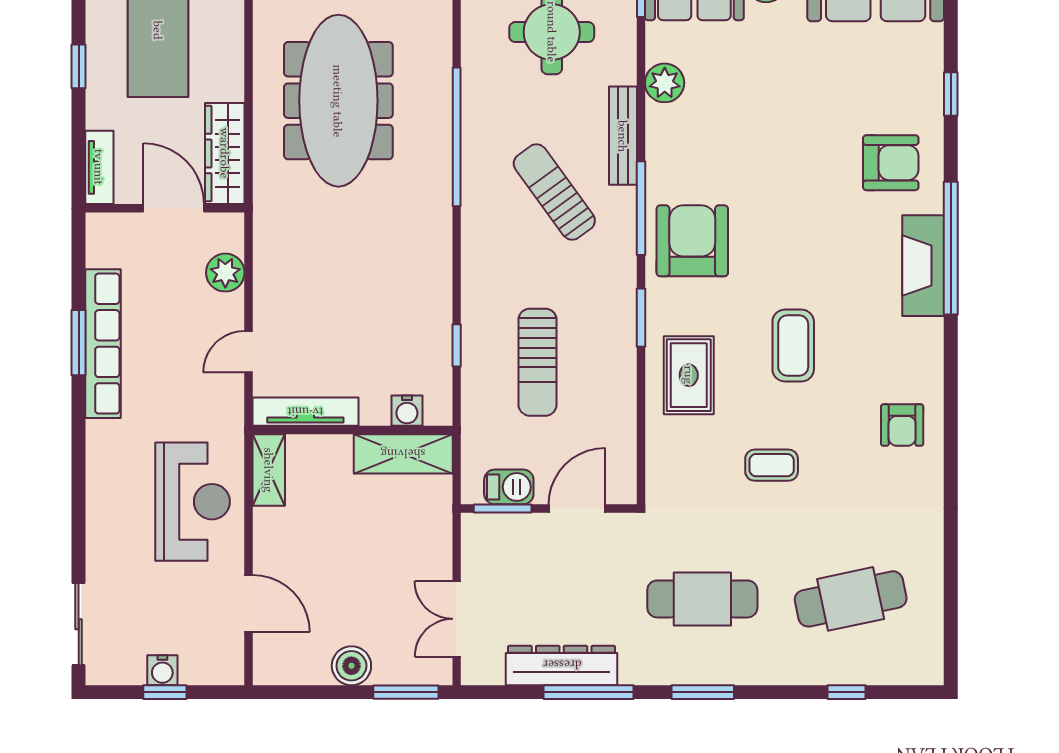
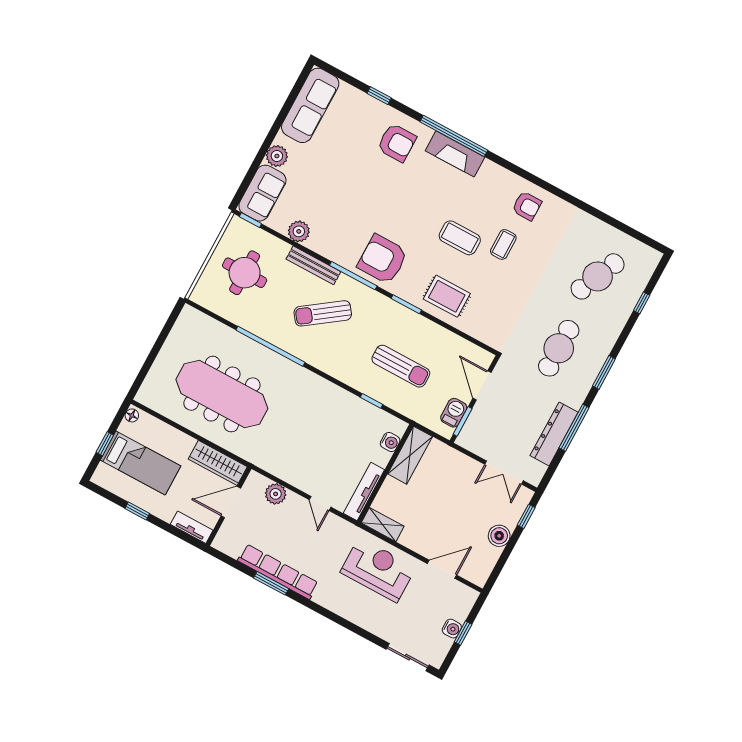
armchair: (891, 163) -> (397, 143), turned 90
coffee table: (772, 465) -> (503, 244), moved
cafe table: (851, 599) -> (598, 276), turned 36
window: (406, 692) -> (526, 516), width x0.67

